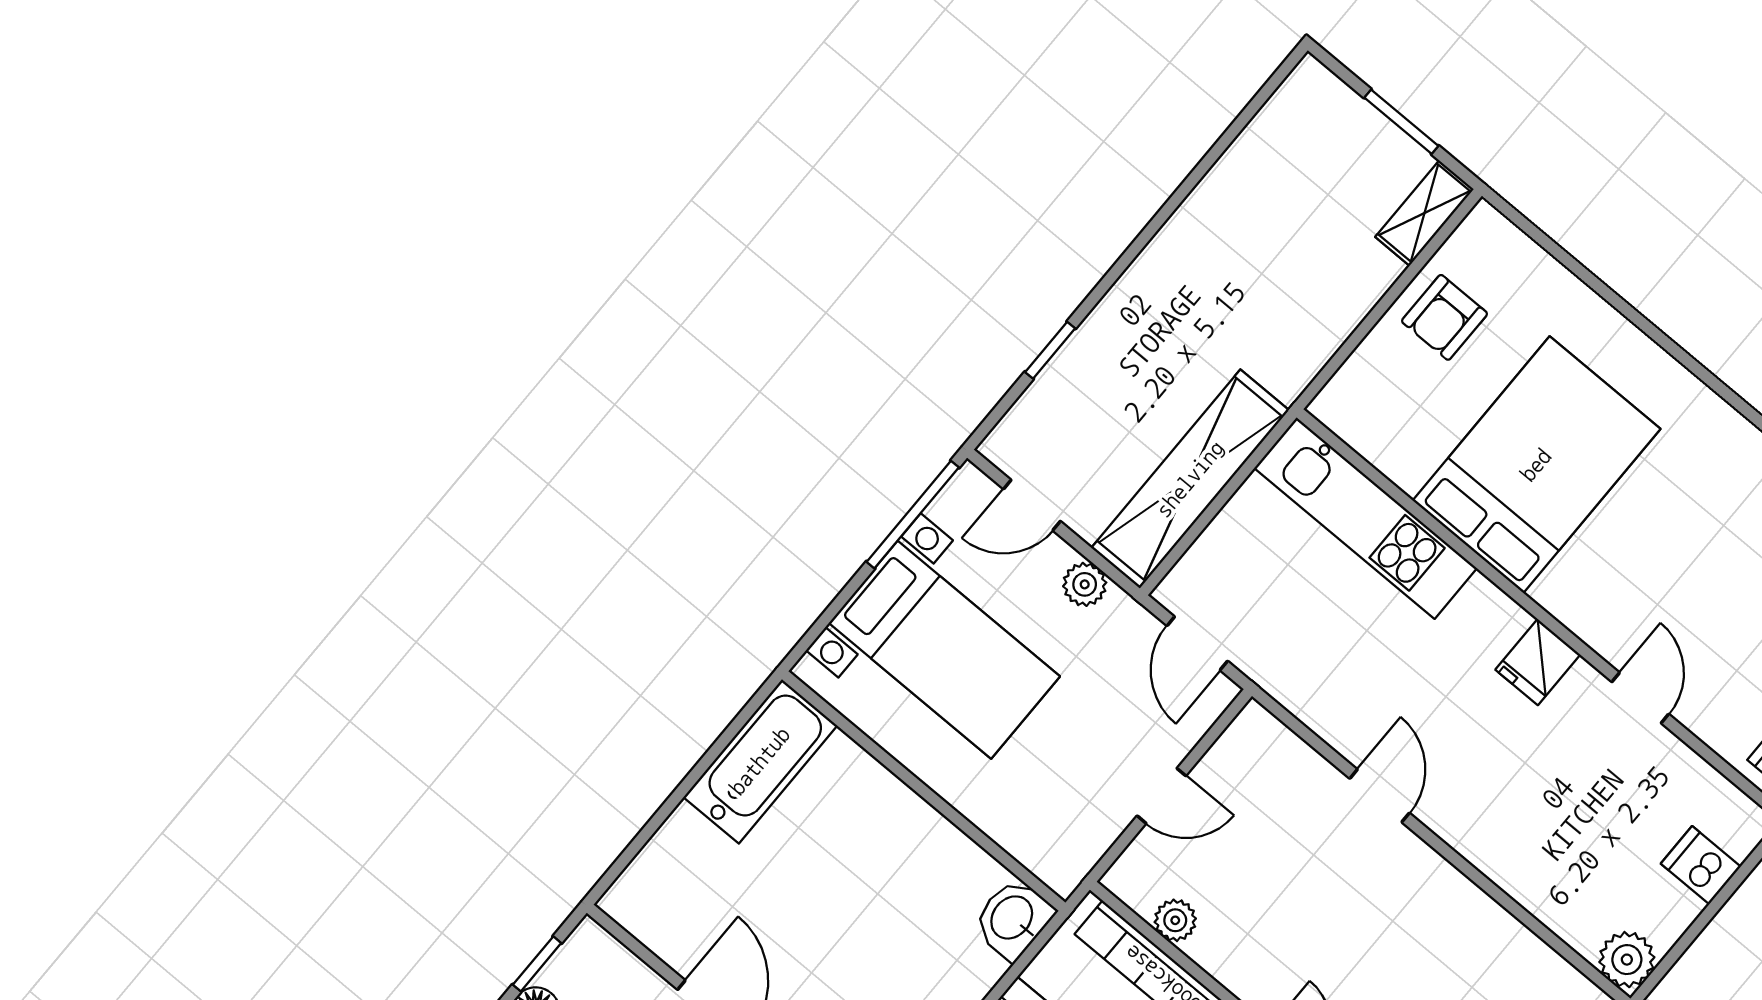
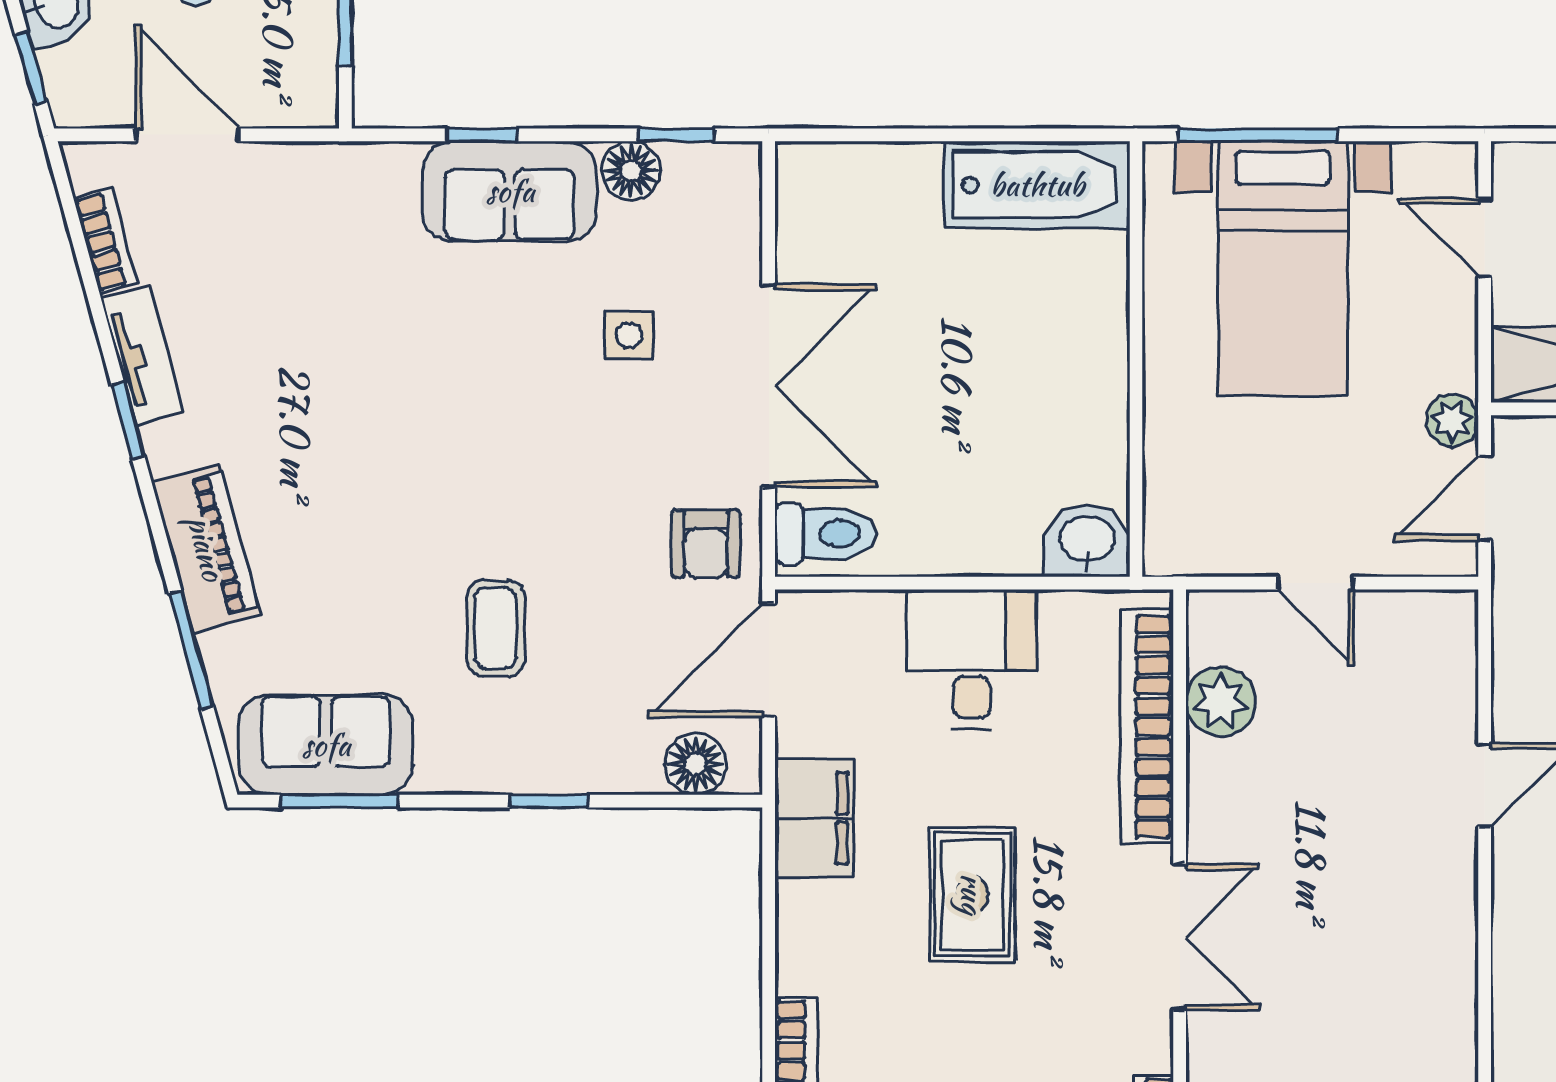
window: (913, 515) -> (1258, 135), moved
plant: (1085, 584) -> (1452, 420), moved
plant: (1175, 920) -> (1221, 702), width x1.38, depth x1.38

